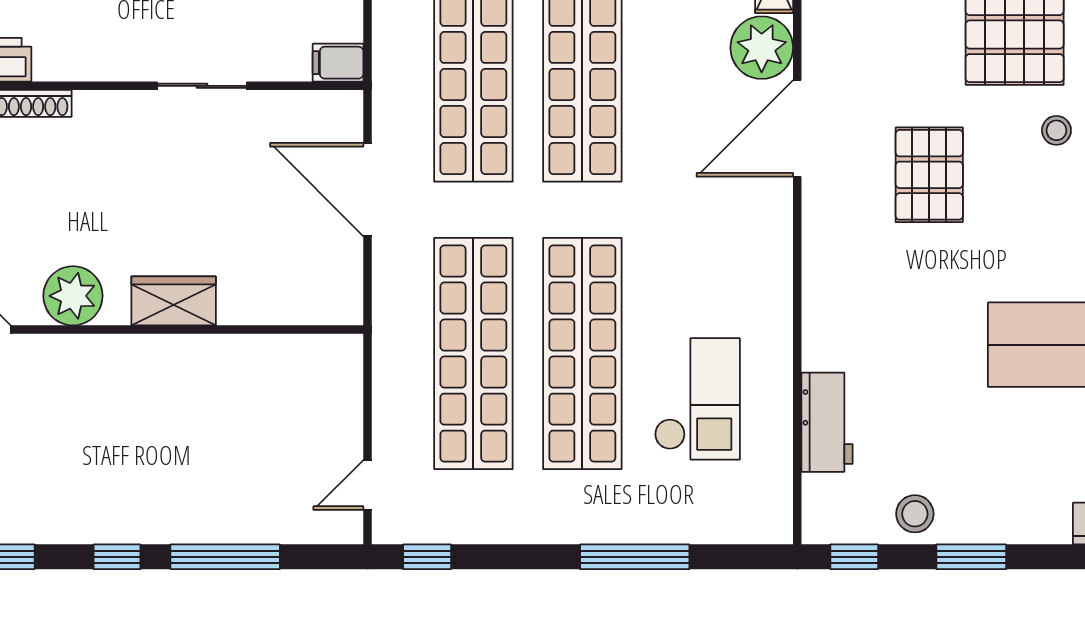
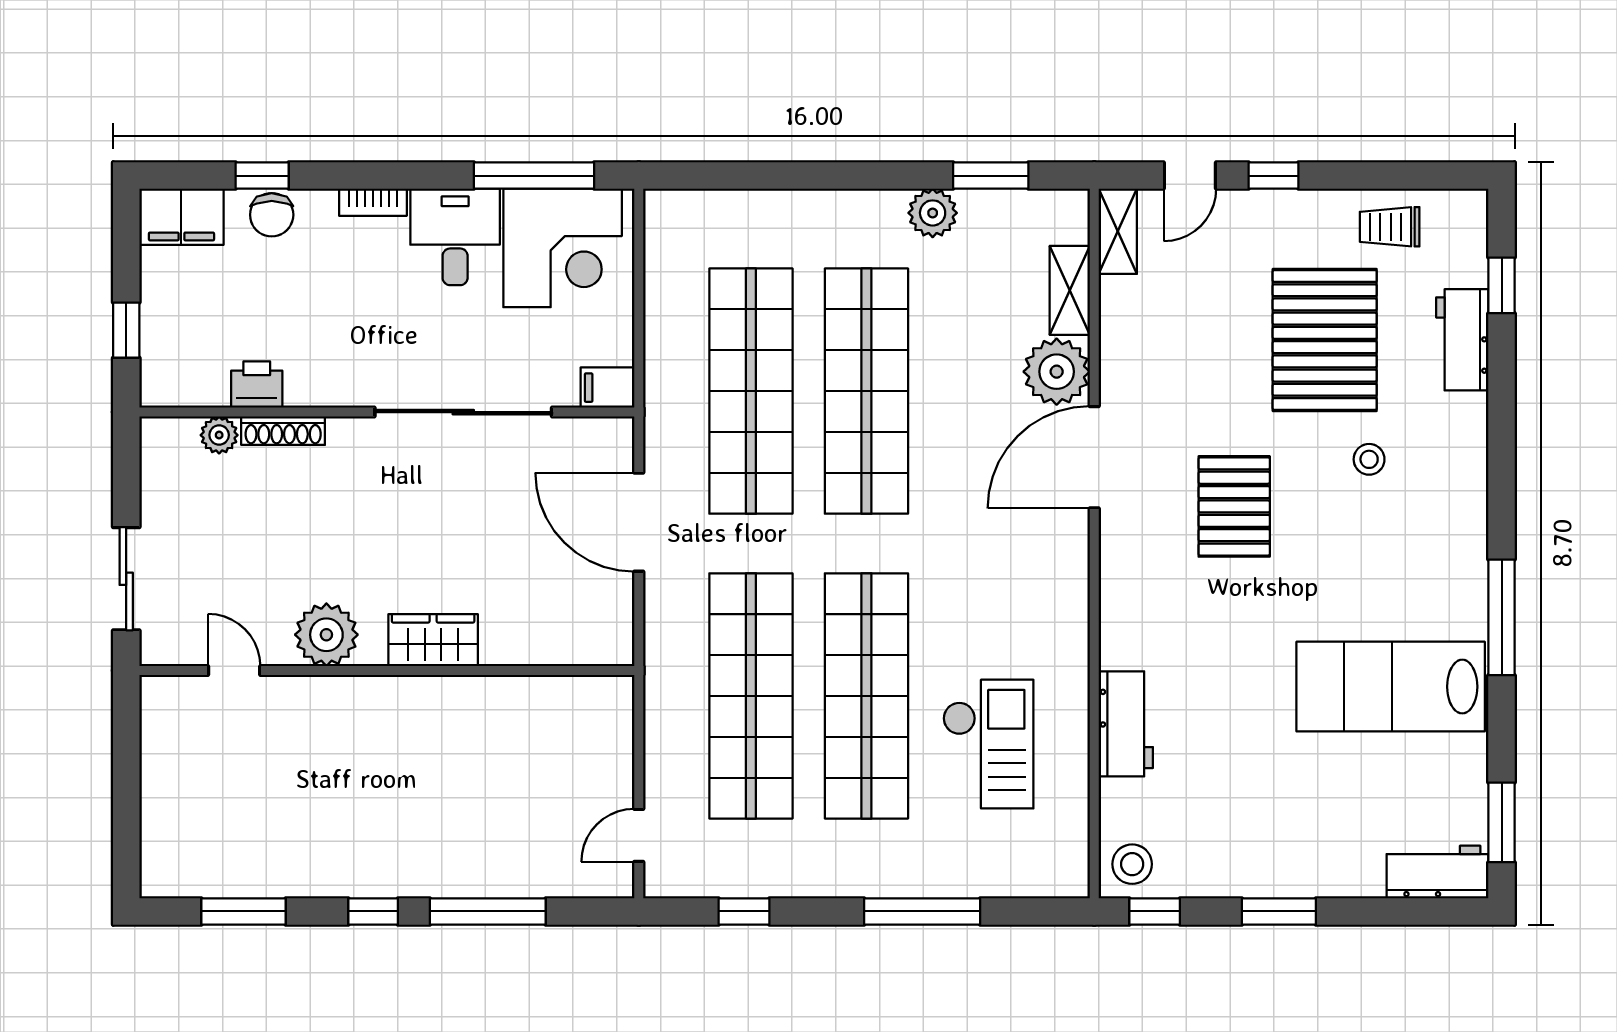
sliding door: (202, 86) -> (463, 412), width x1.86
workbench: (827, 422) -> (1126, 724), moved
stool: (915, 514) -> (1132, 864), moved
window: (427, 557) -> (744, 911), moved

